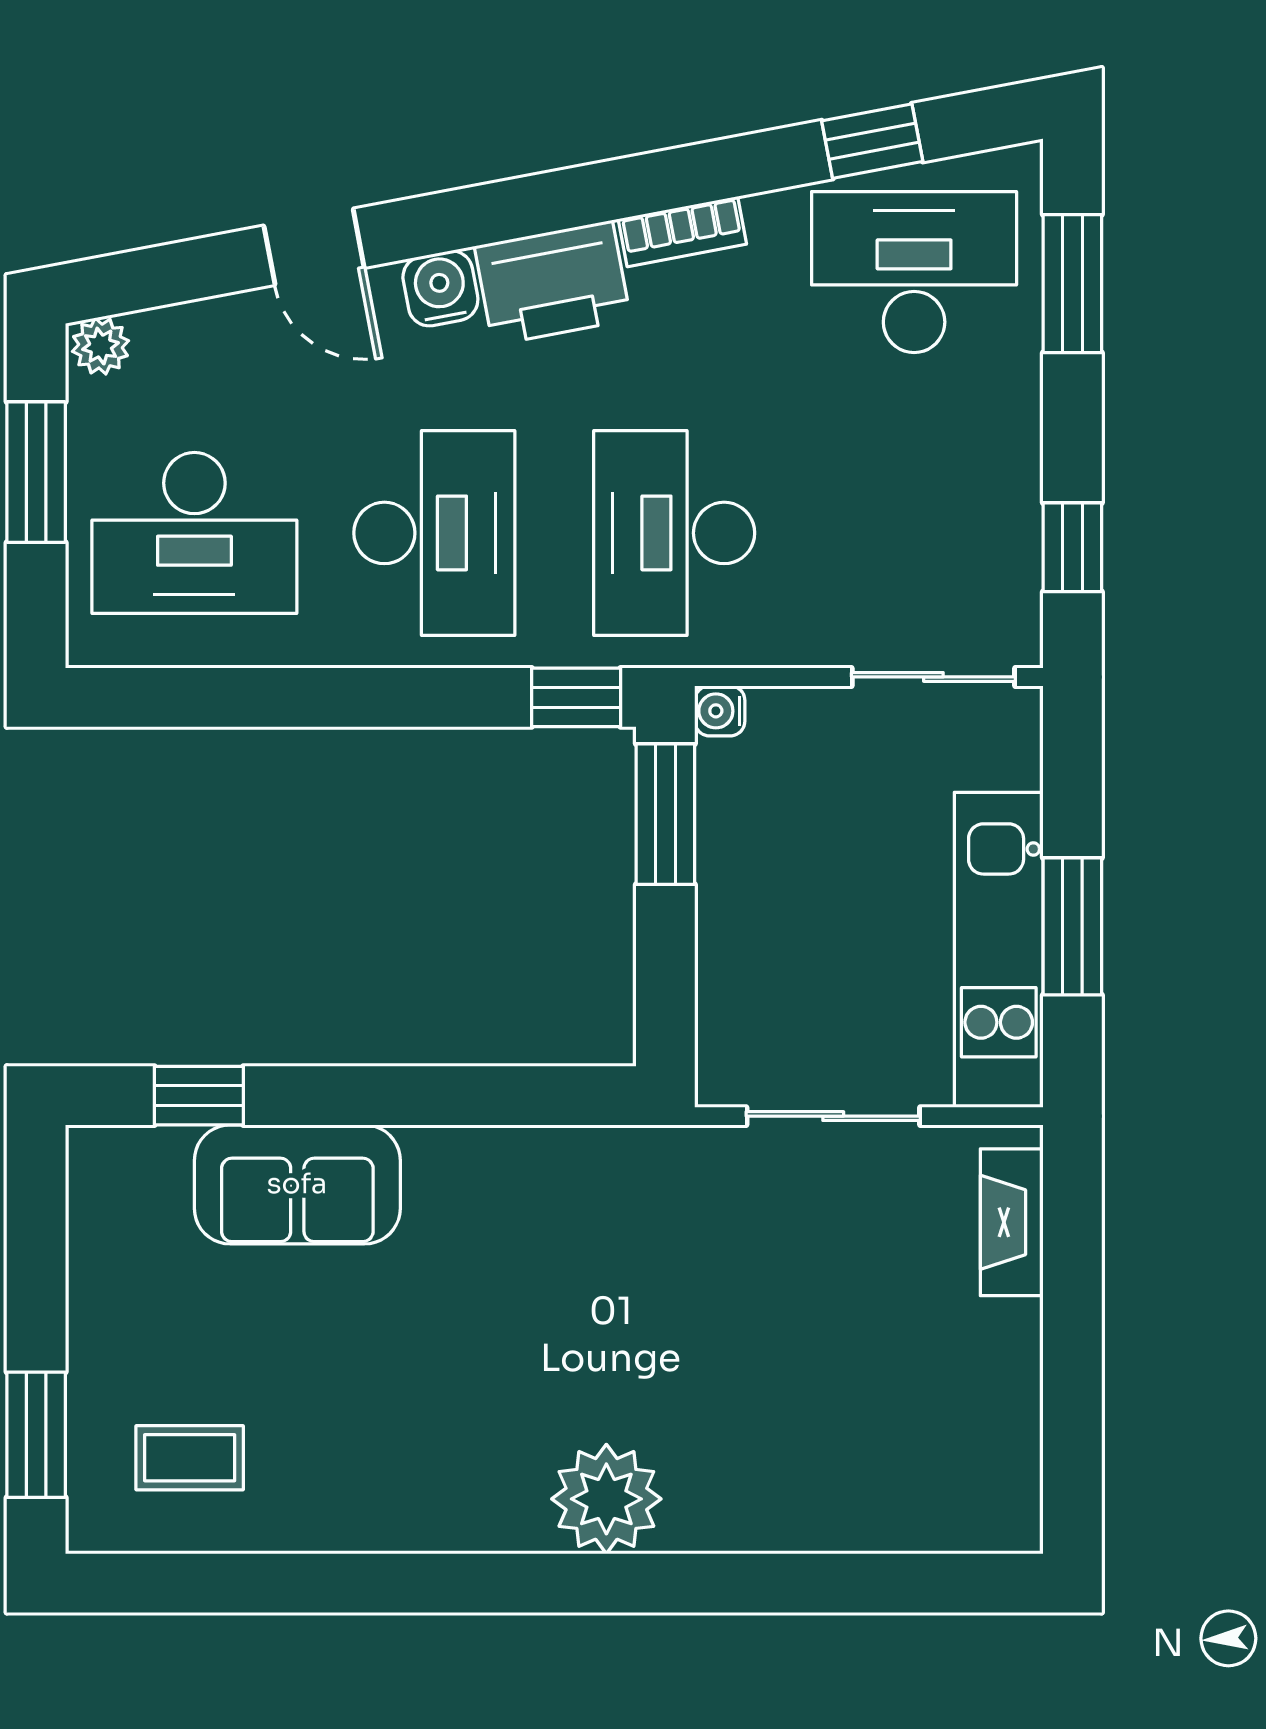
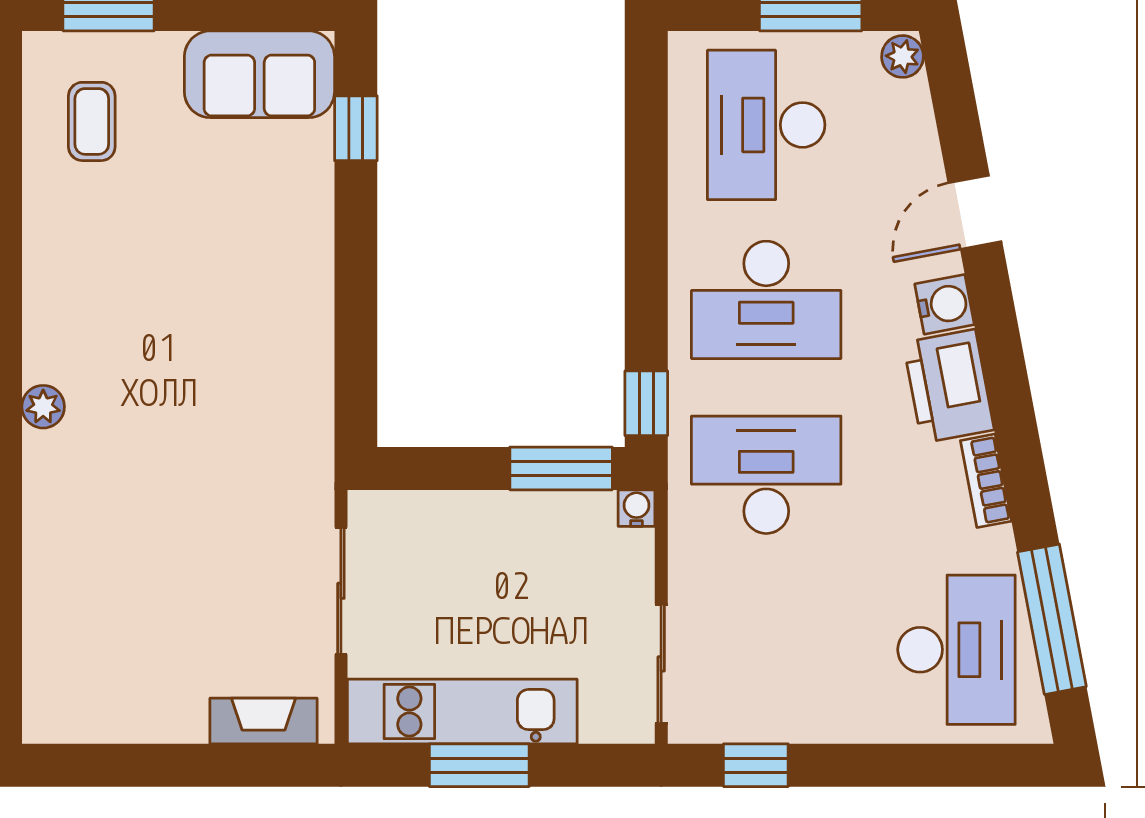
window: (872, 141) -> (1052, 619), width x2.17
window: (1072, 284) -> (948, 765), removed
sofa: (297, 1184) -> (259, 74), moved, turned -90
plant: (606, 1499) -> (43, 407), width x0.53, depth x0.53

